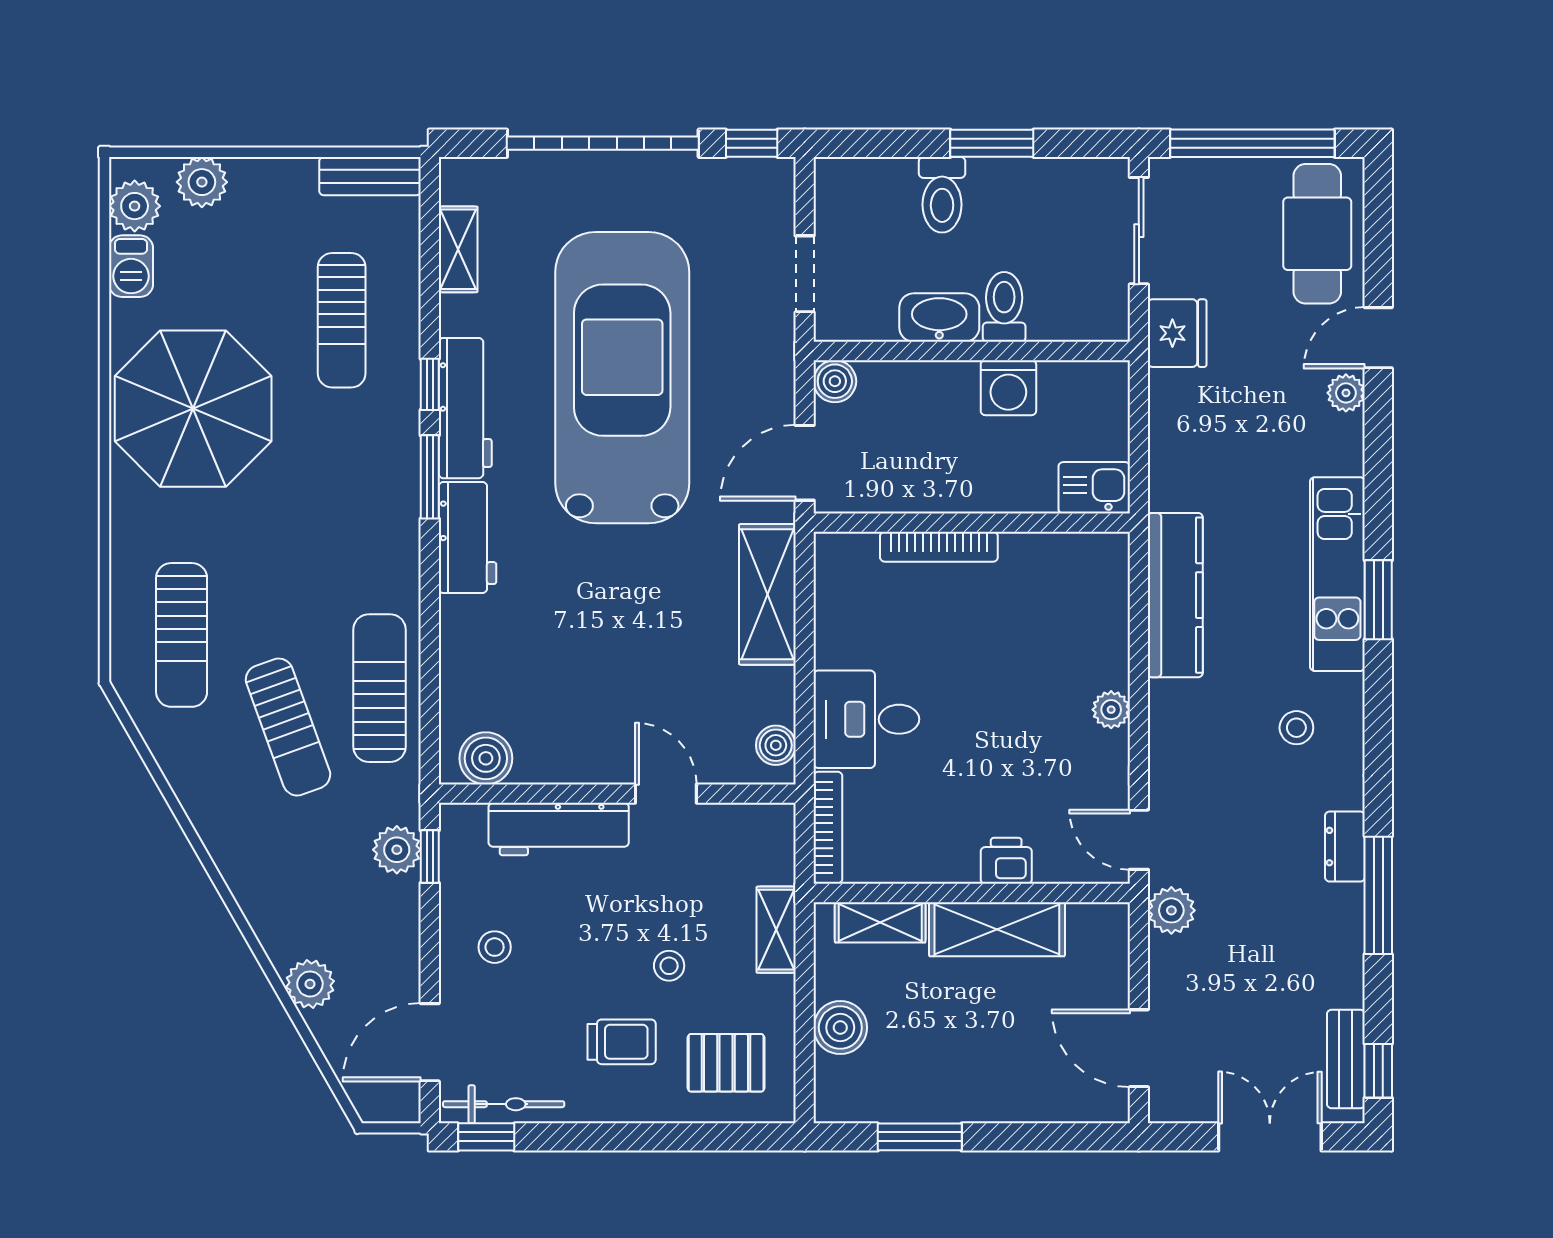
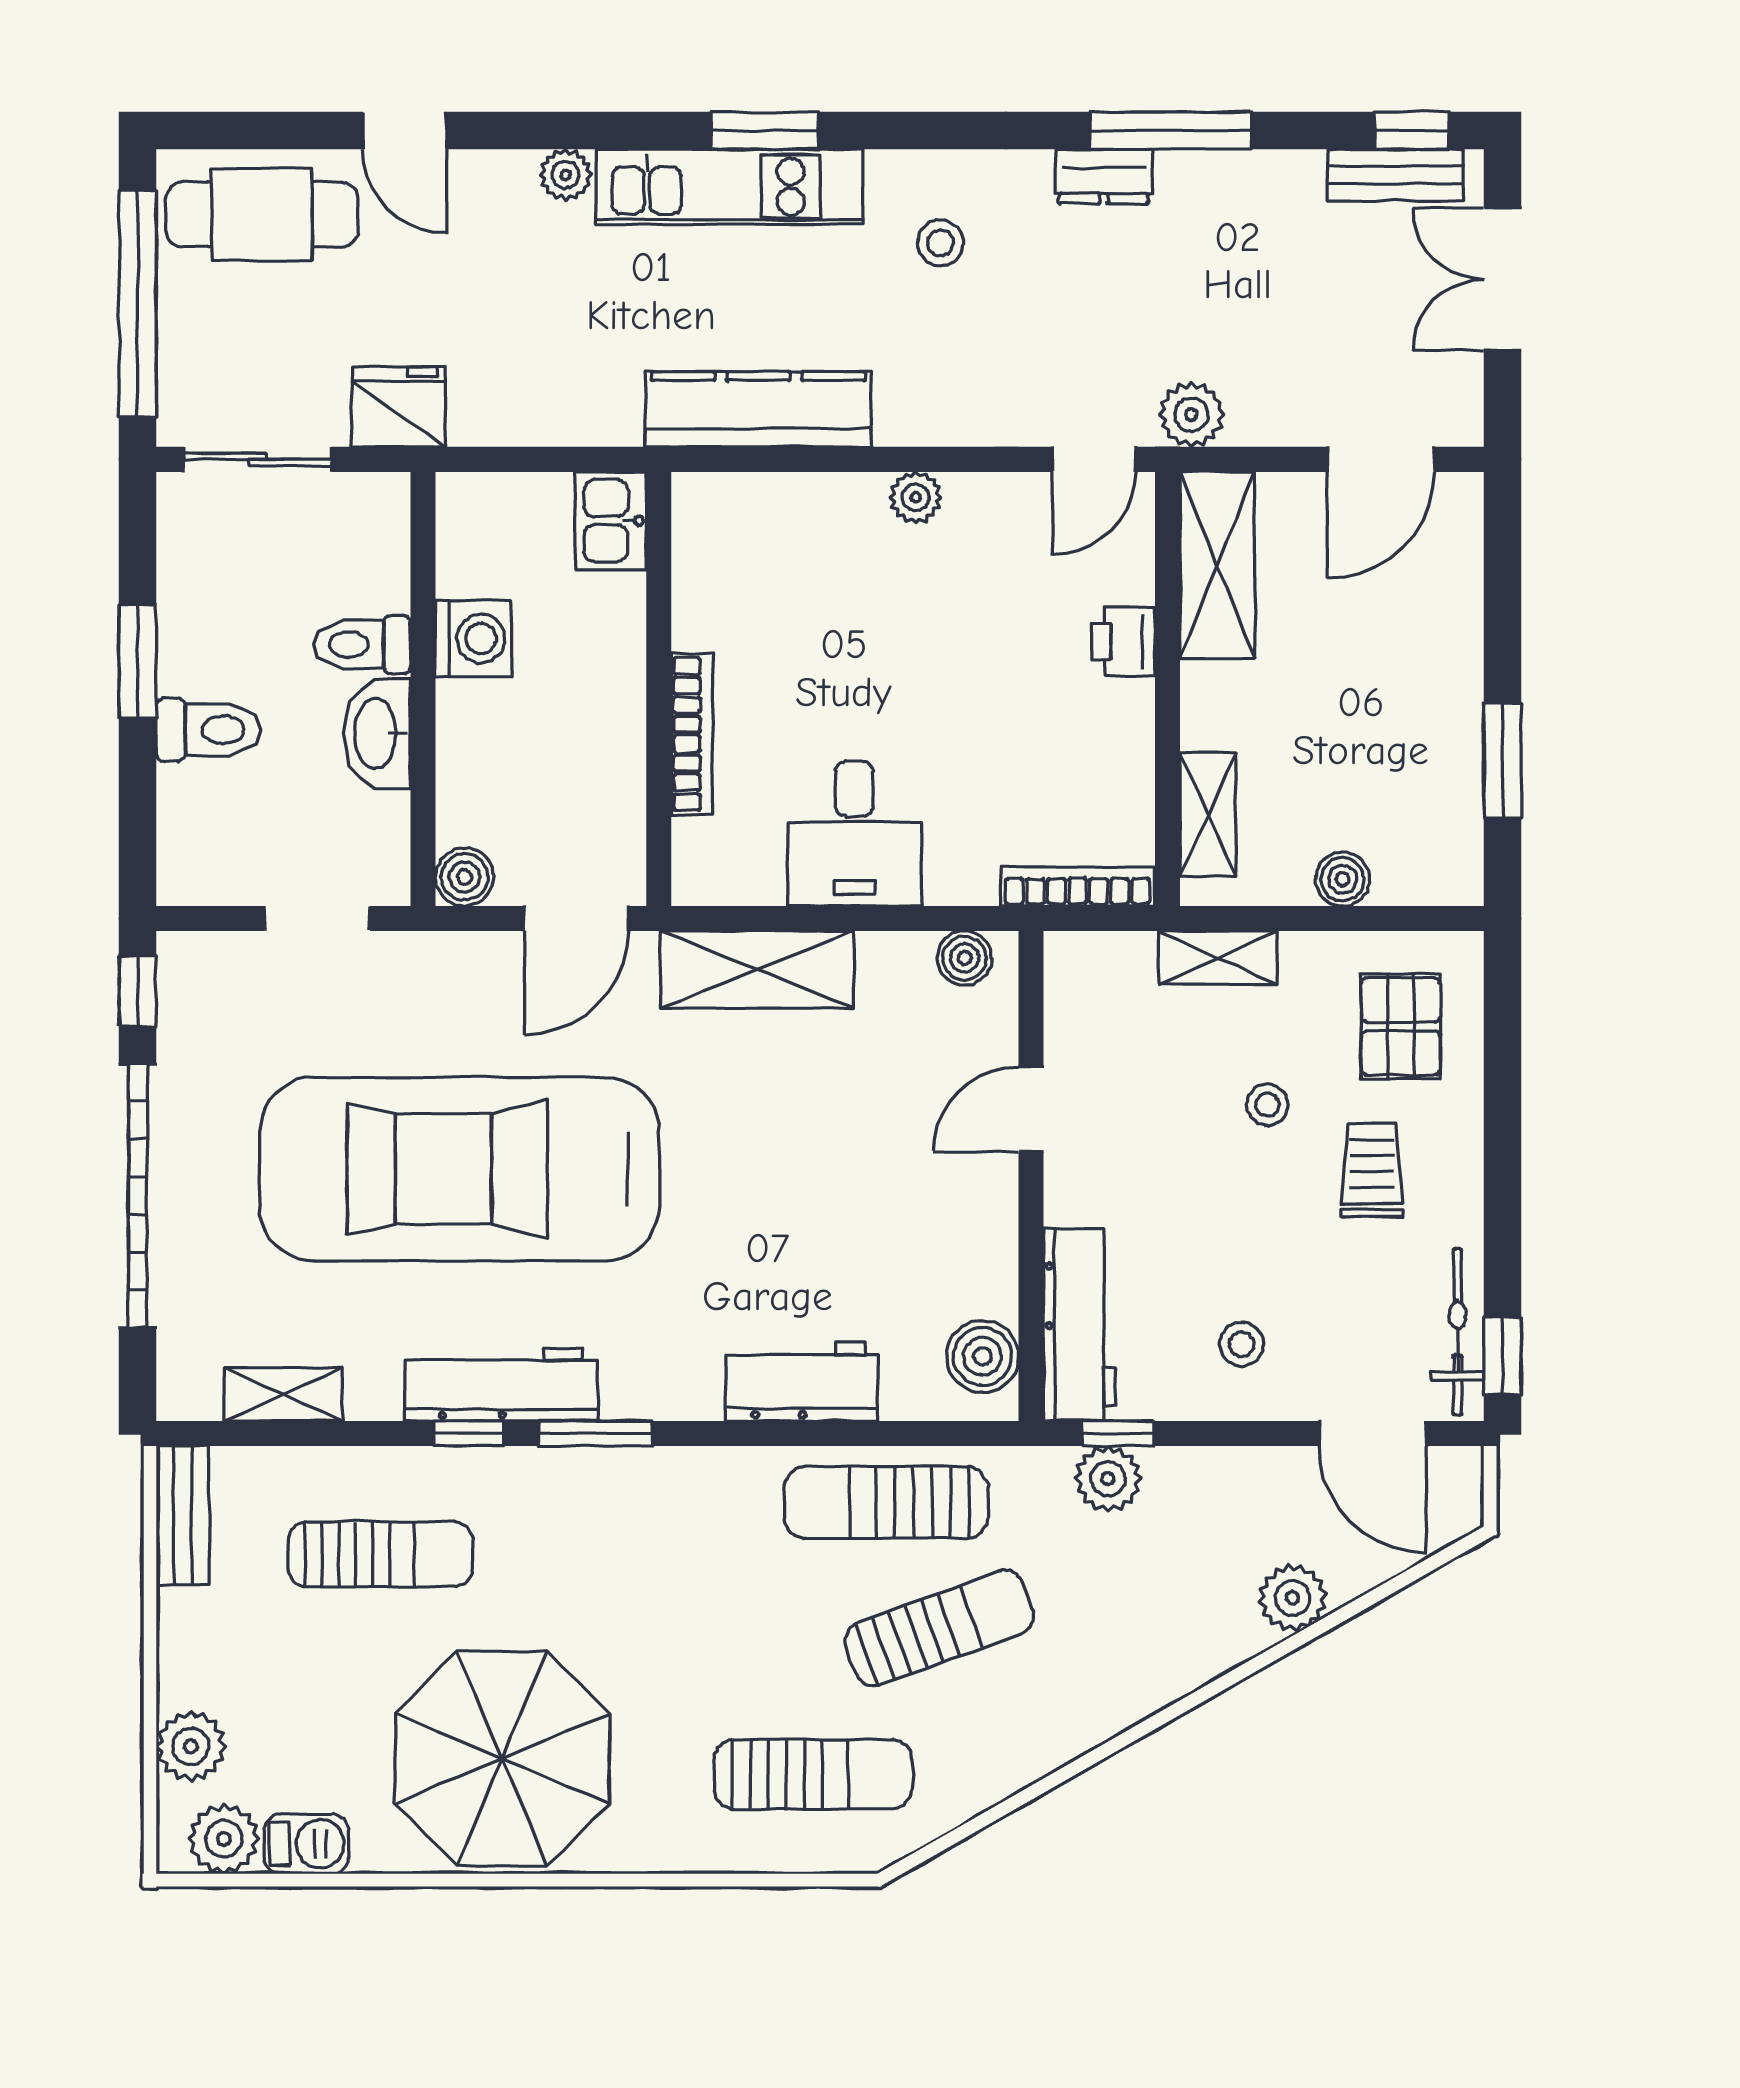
plant: (1346, 393) -> (566, 175), moved
door: (805, 463) -> (577, 918), hinge flipped
workbench: (467, 538) -> (802, 1382), moved
desk: (866, 719) -> (854, 834), moved
workbench: (559, 829) -> (1080, 1325), moved
shelving: (997, 929) -> (1217, 565), moved
boiler: (840, 1028) -> (1342, 879), width x0.73, depth x0.73

